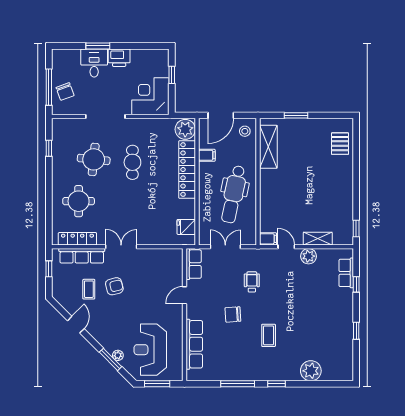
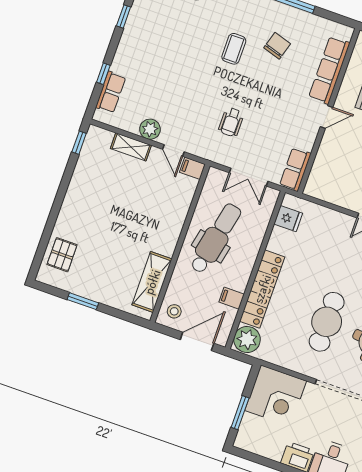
window: (172, 75) -> (240, 413), width x1.50
window: (296, 115) -> (83, 301), moved
cafe table: (132, 162) -> (327, 322), width x1.37, depth x1.35
door: (184, 295) -> (326, 117), moved
chair: (233, 314) -> (277, 46), moved, turned -69

